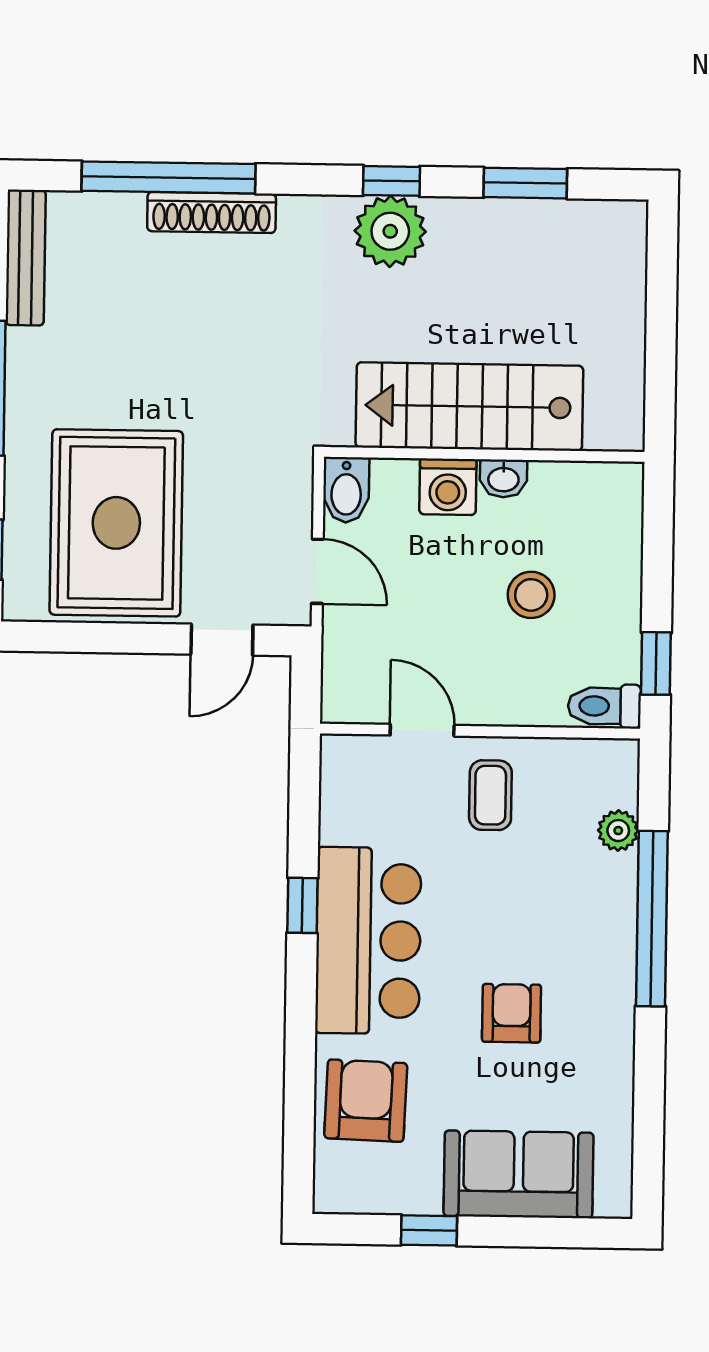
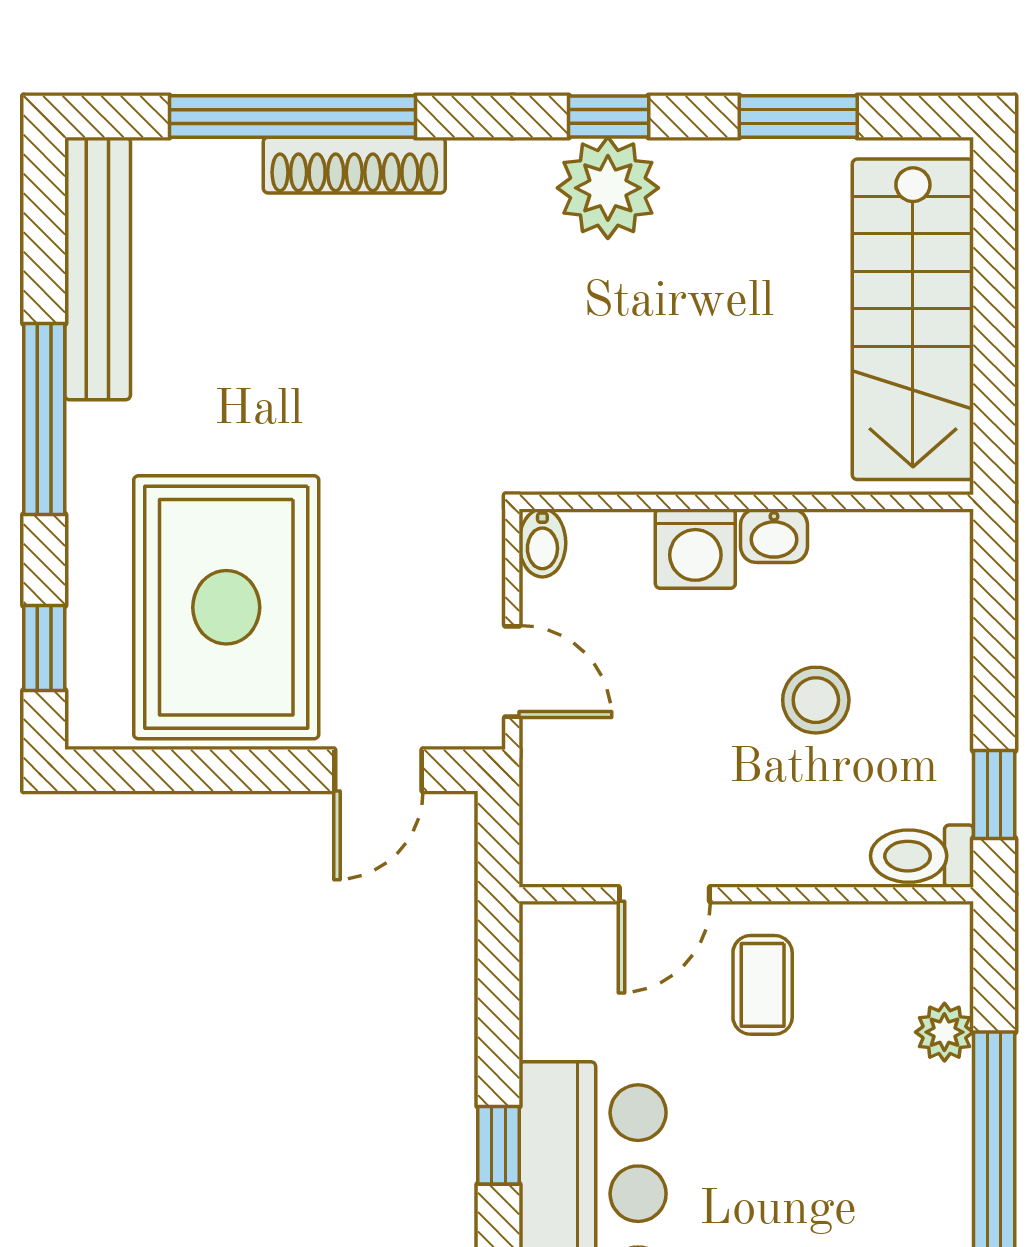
bench: (26, 258) -> (98, 269), width x1.37, depth x1.21
stairs: (469, 407) -> (913, 319), moved, turned -90
bidet: (346, 490) -> (542, 543), width x0.72, depth x0.74
door: (422, 730) -> (664, 894), swing flipped

